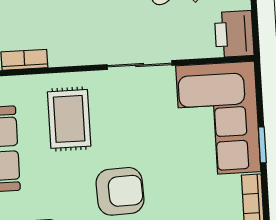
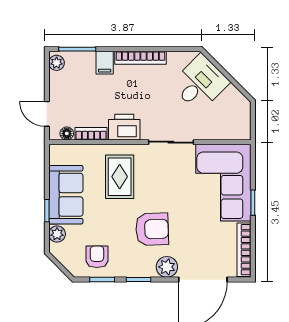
printer: (234, 34) -> (124, 127), moved, turned 90

